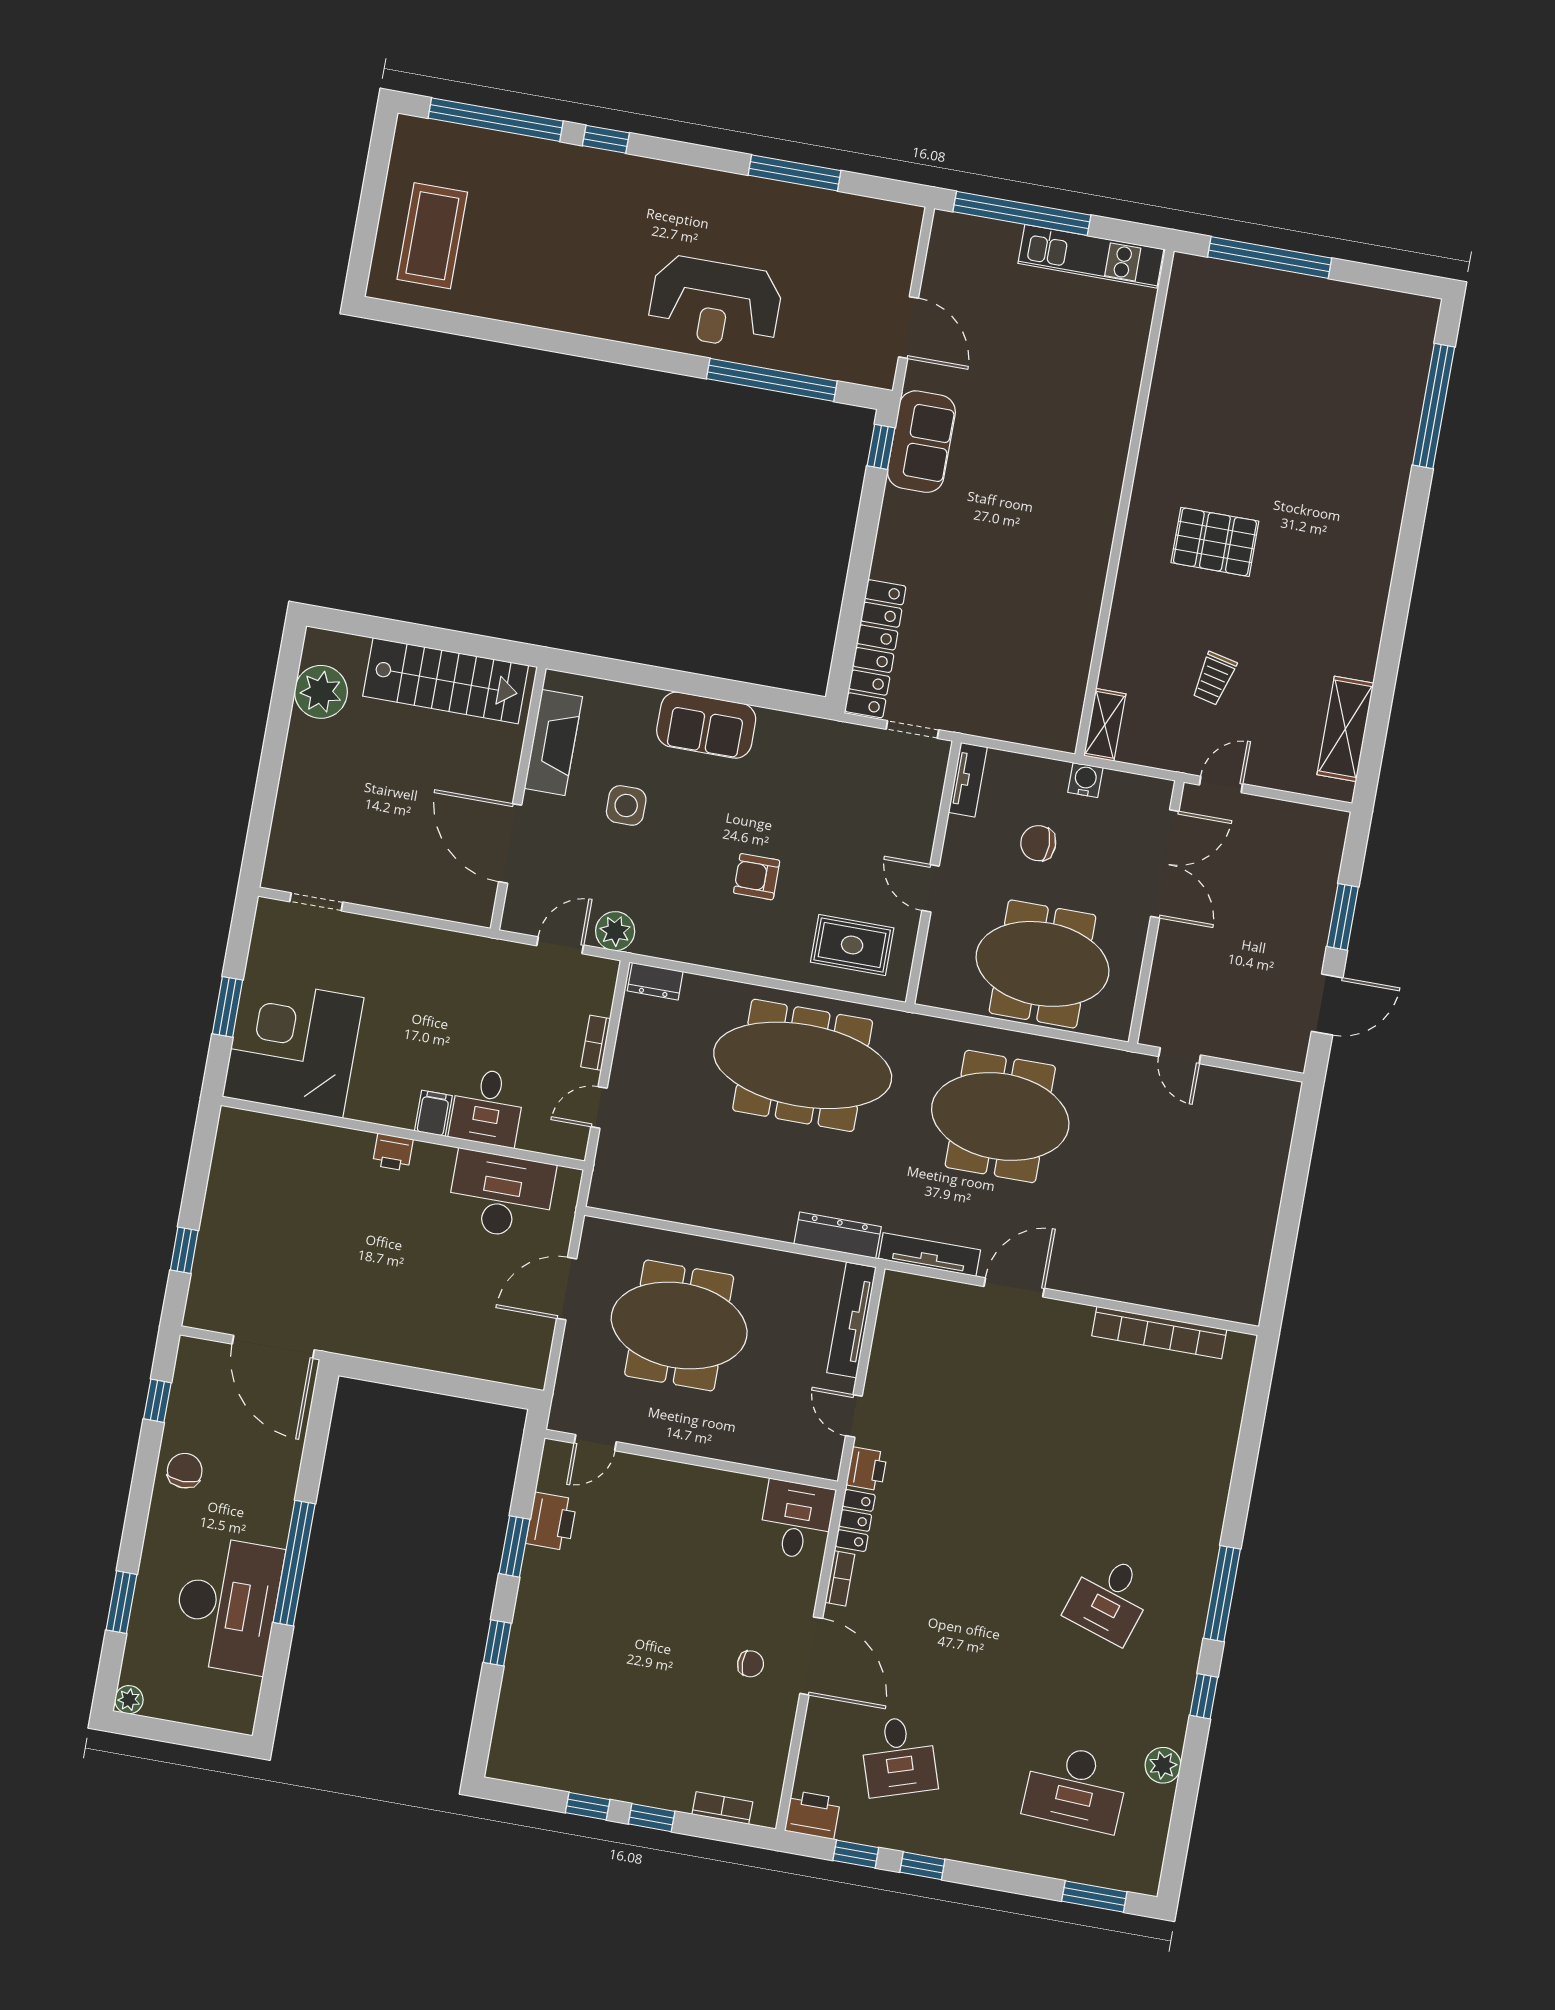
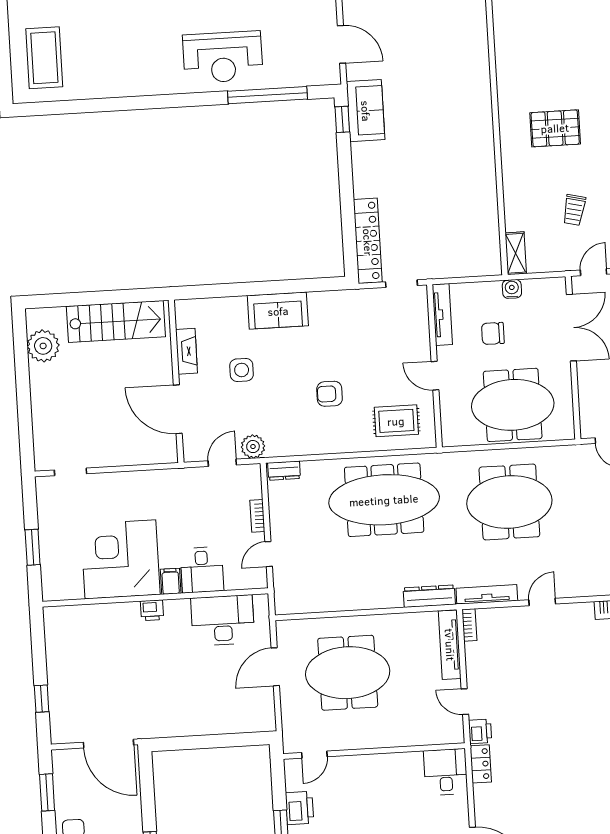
fireplace: (553, 742) -> (187, 351), width x0.73, depth x0.76
tv unit: (968, 780) -> (442, 315), width x1.41
corner desk: (293, 1047) -> (120, 559), moved
door: (1014, 1287) -> (542, 602), width x0.73
window: (157, 1401) -> (47, 792), width x1.50
bookcase: (840, 1578) -> (469, 625), moved

